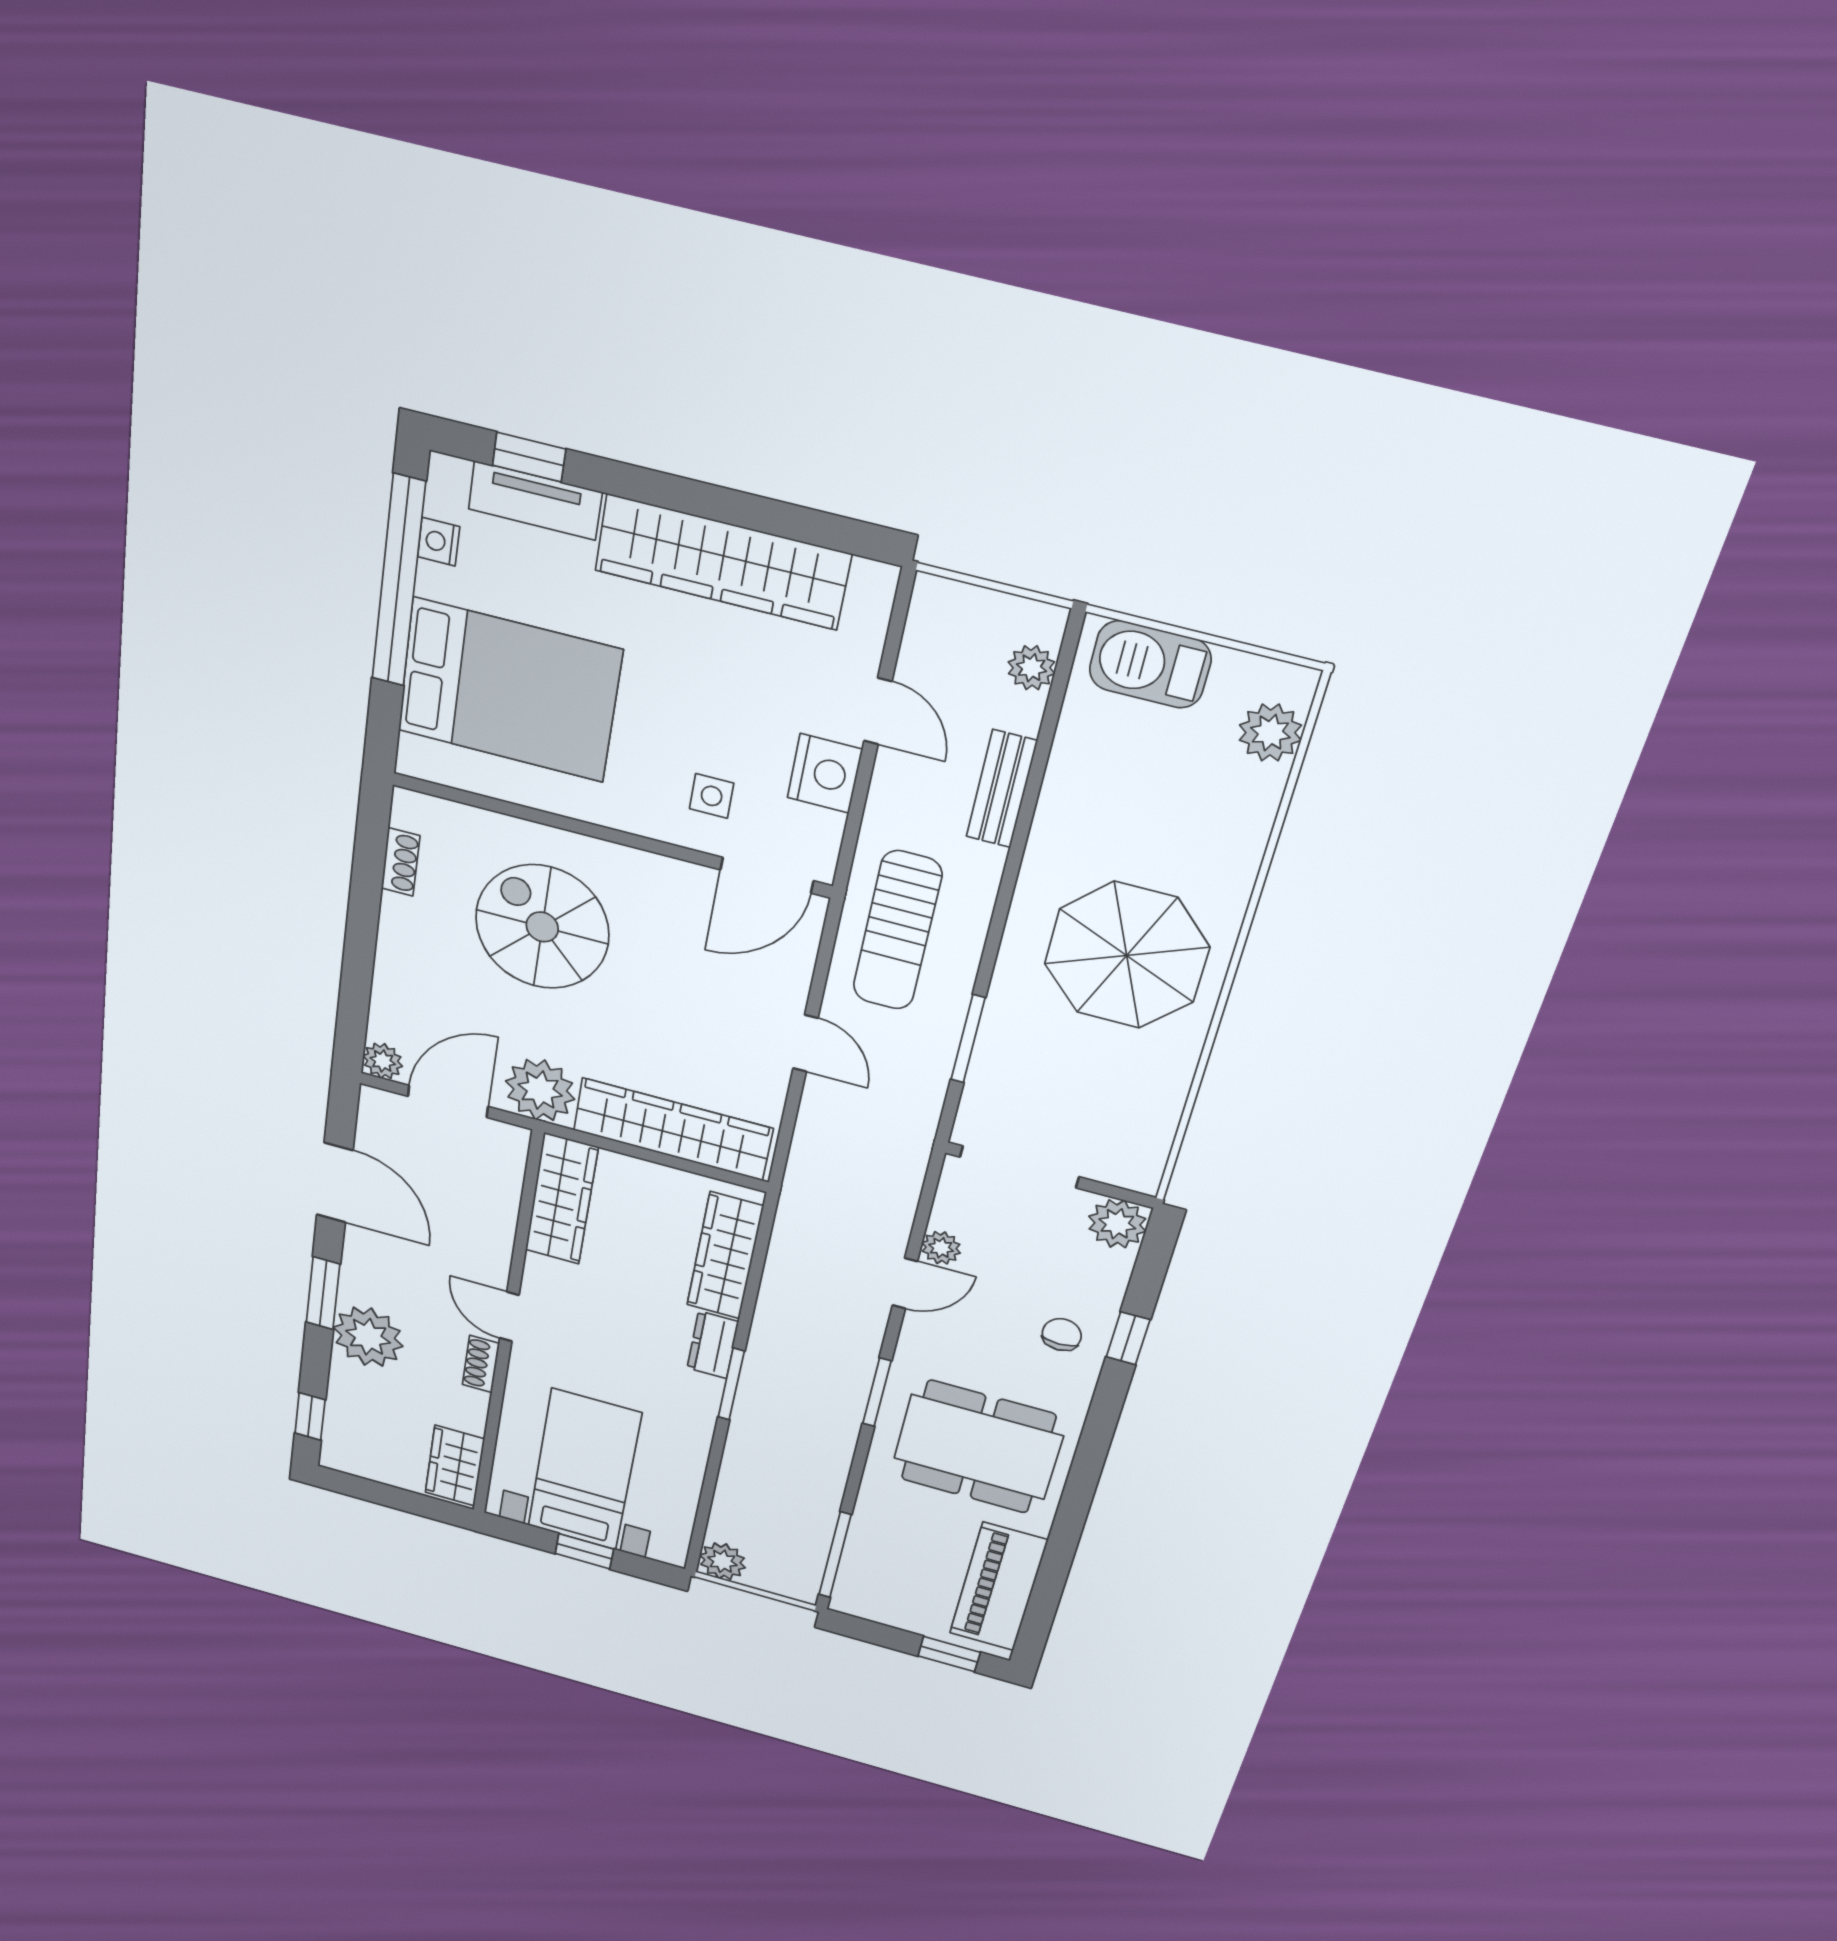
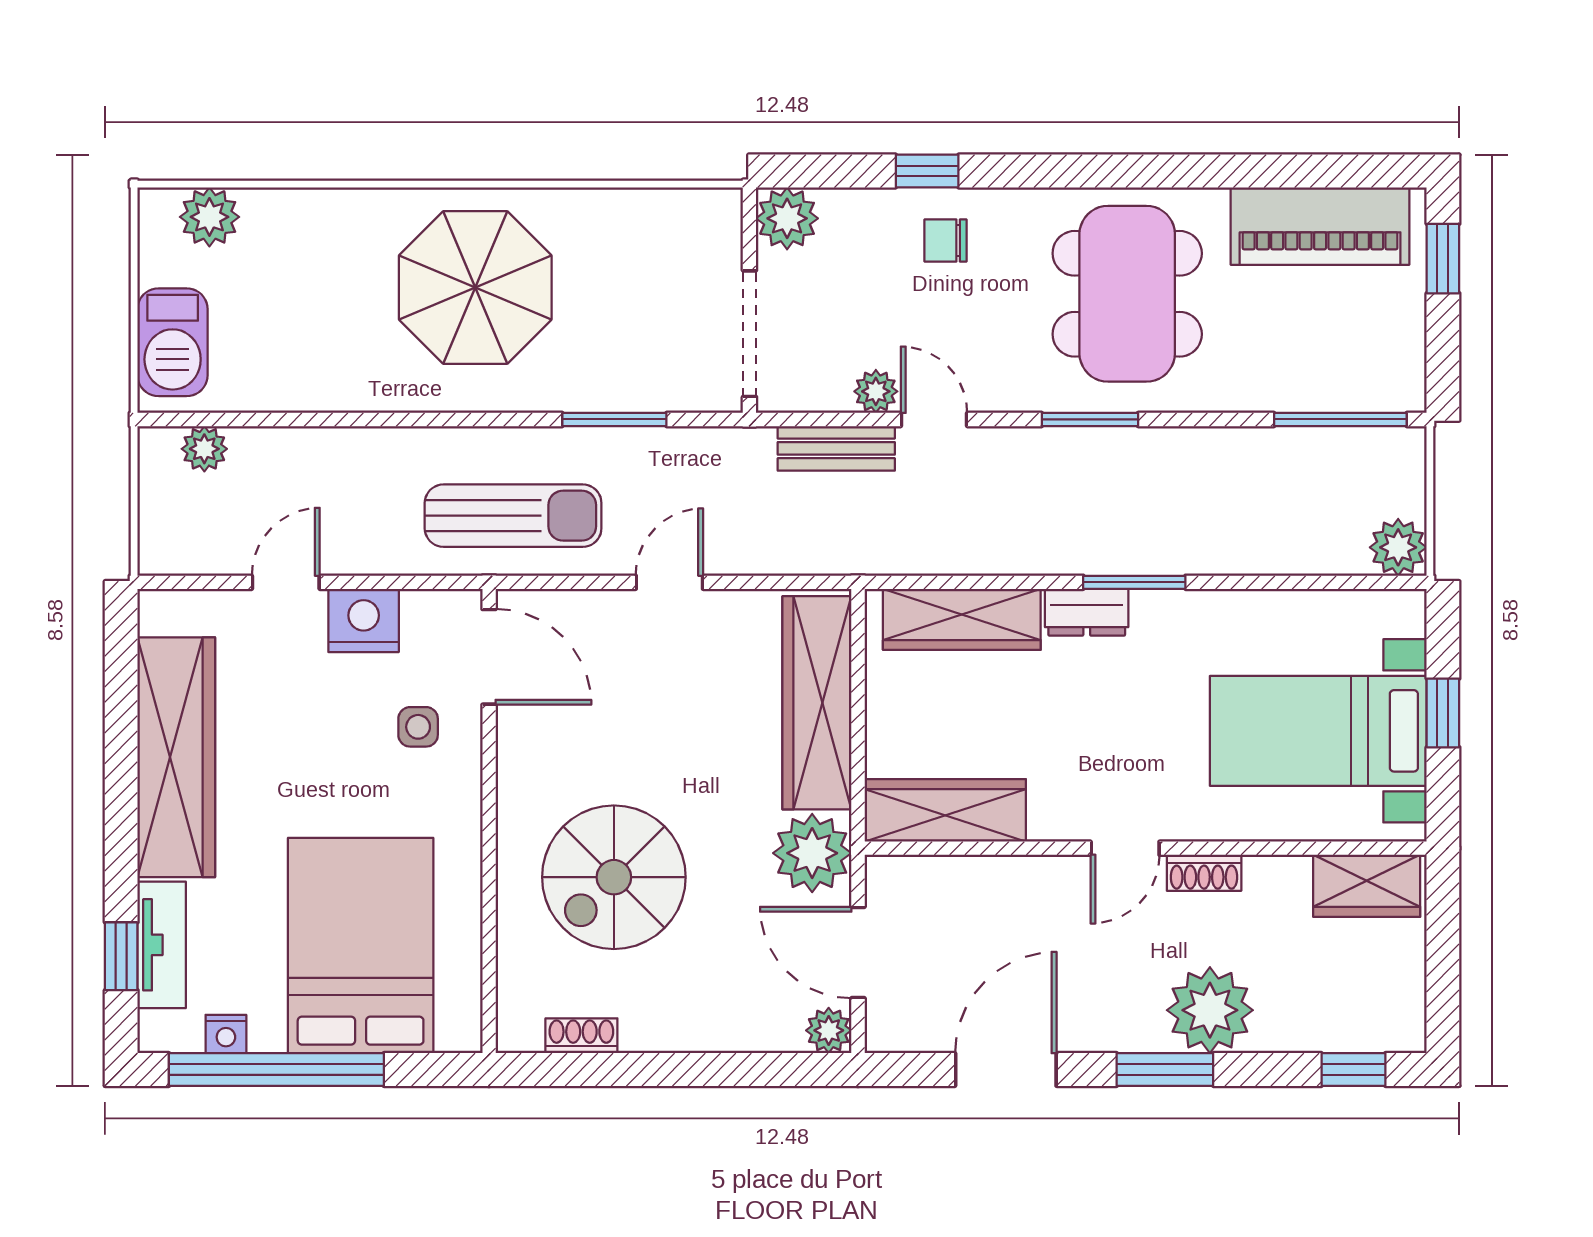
bench: (1002, 789) -> (836, 448), moved

